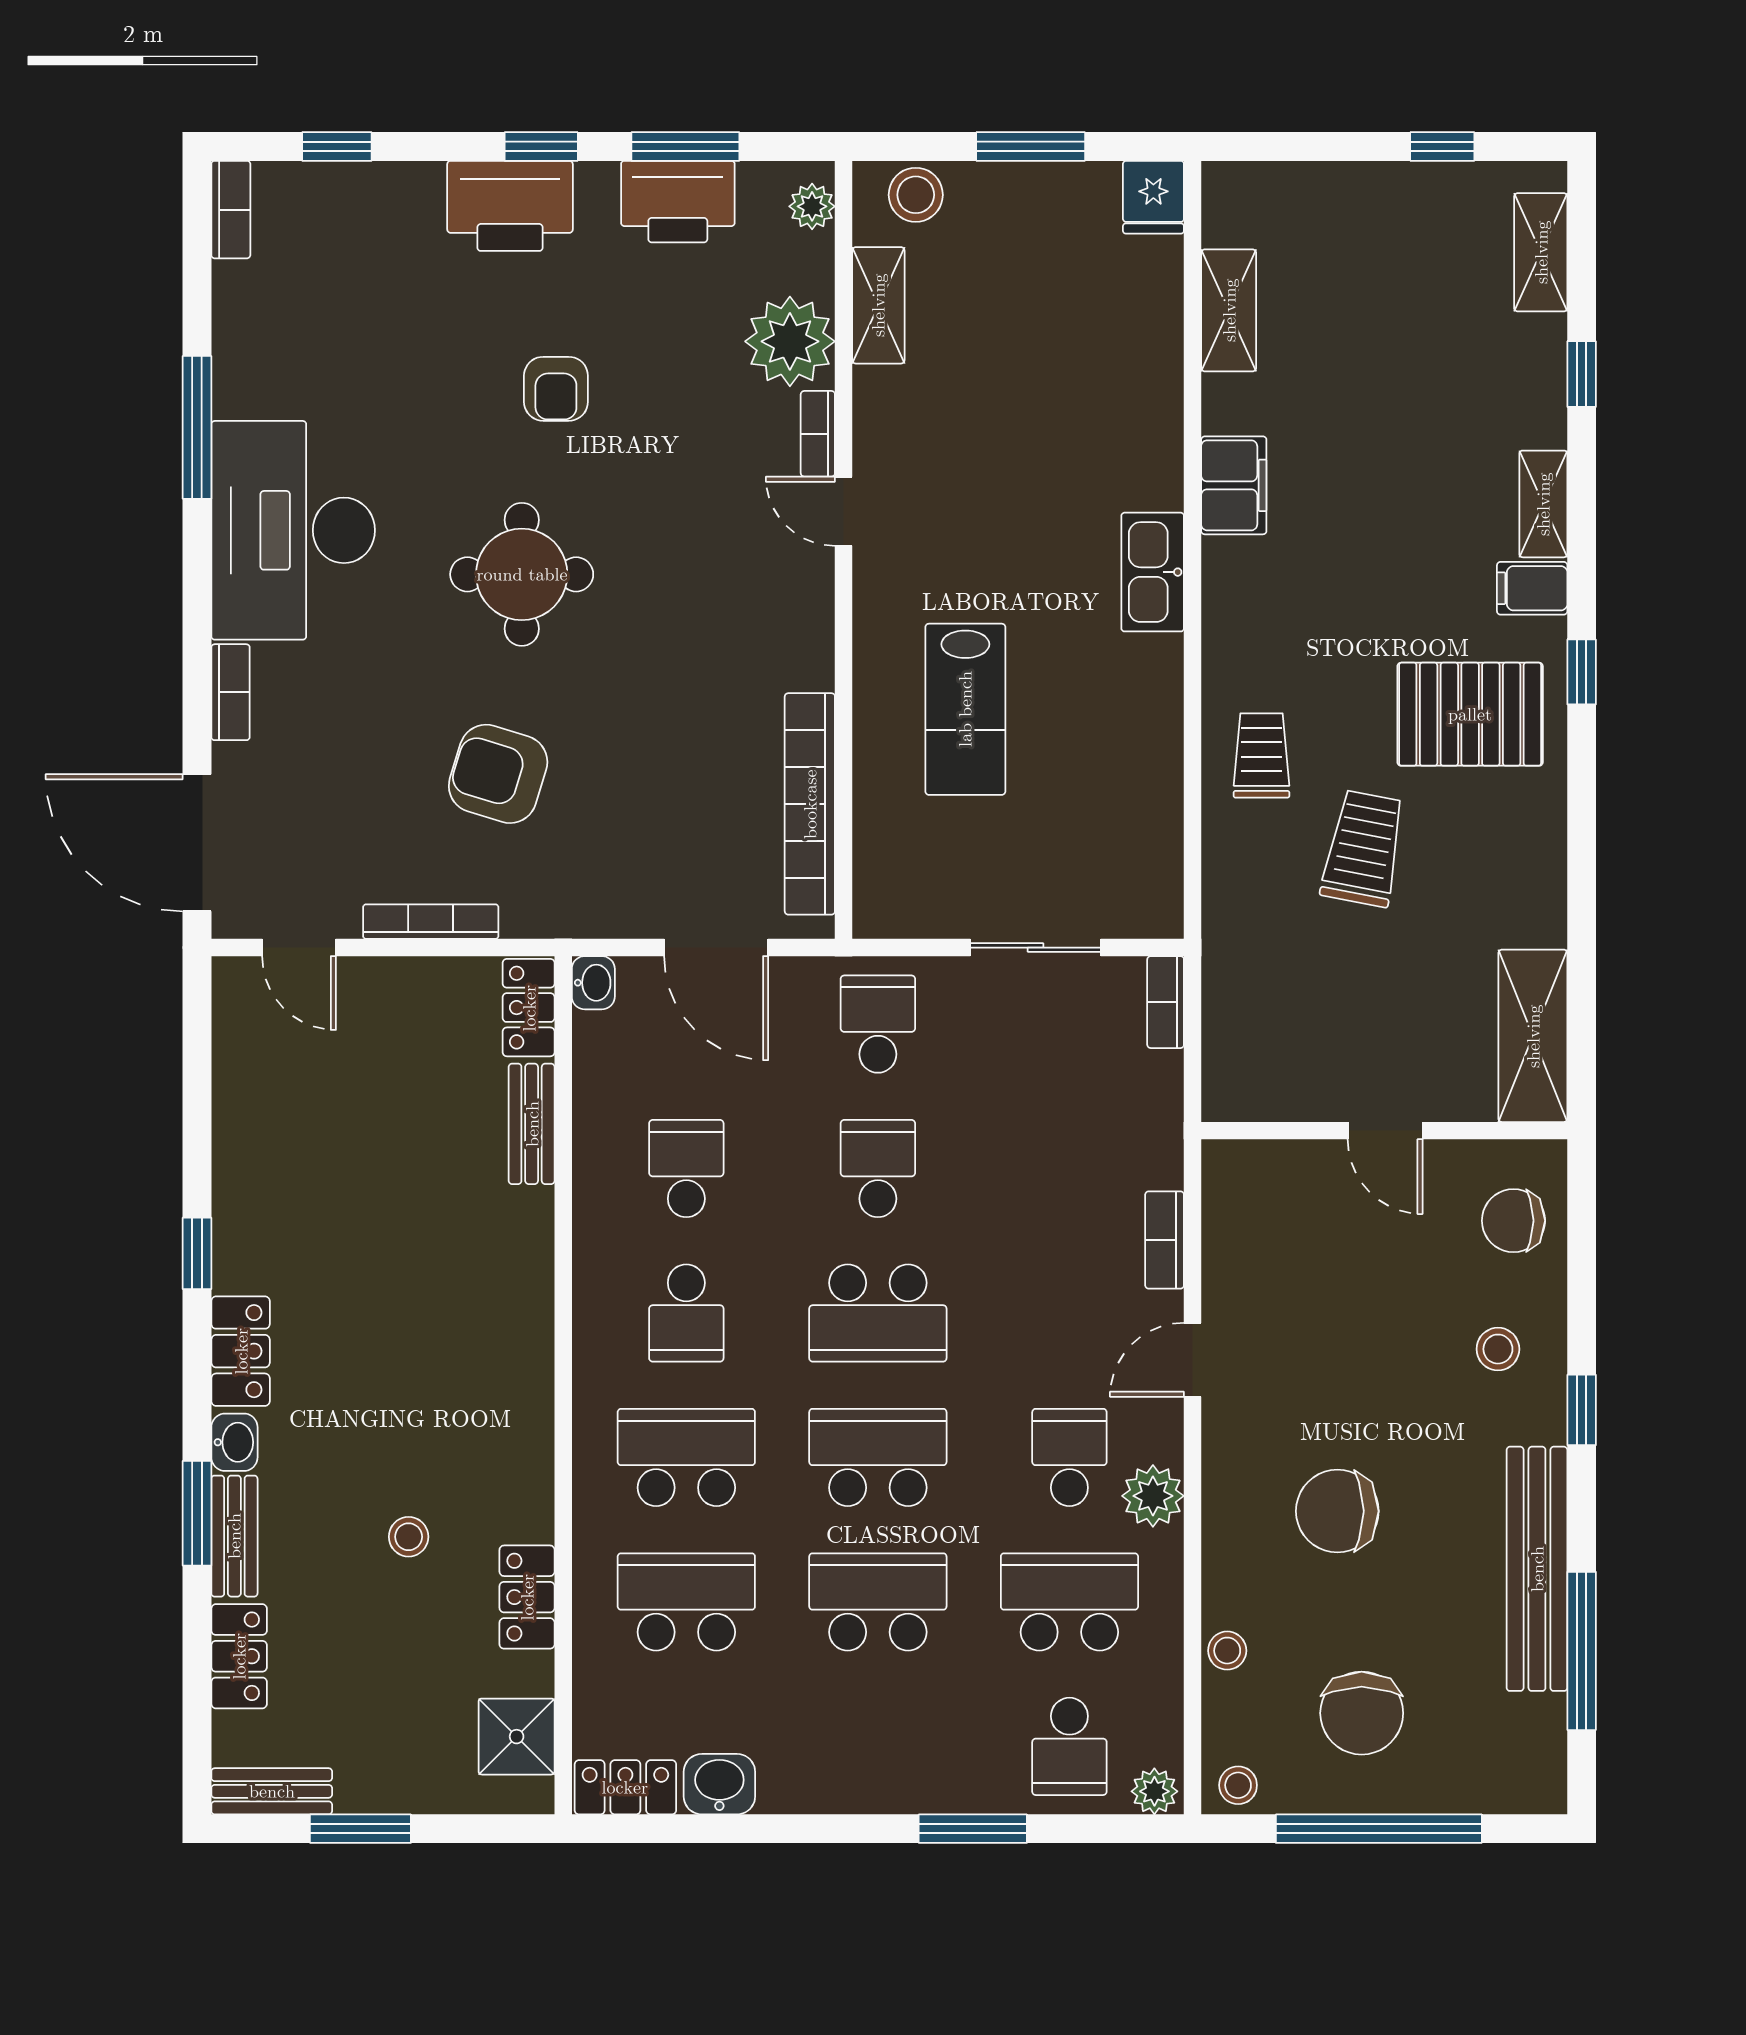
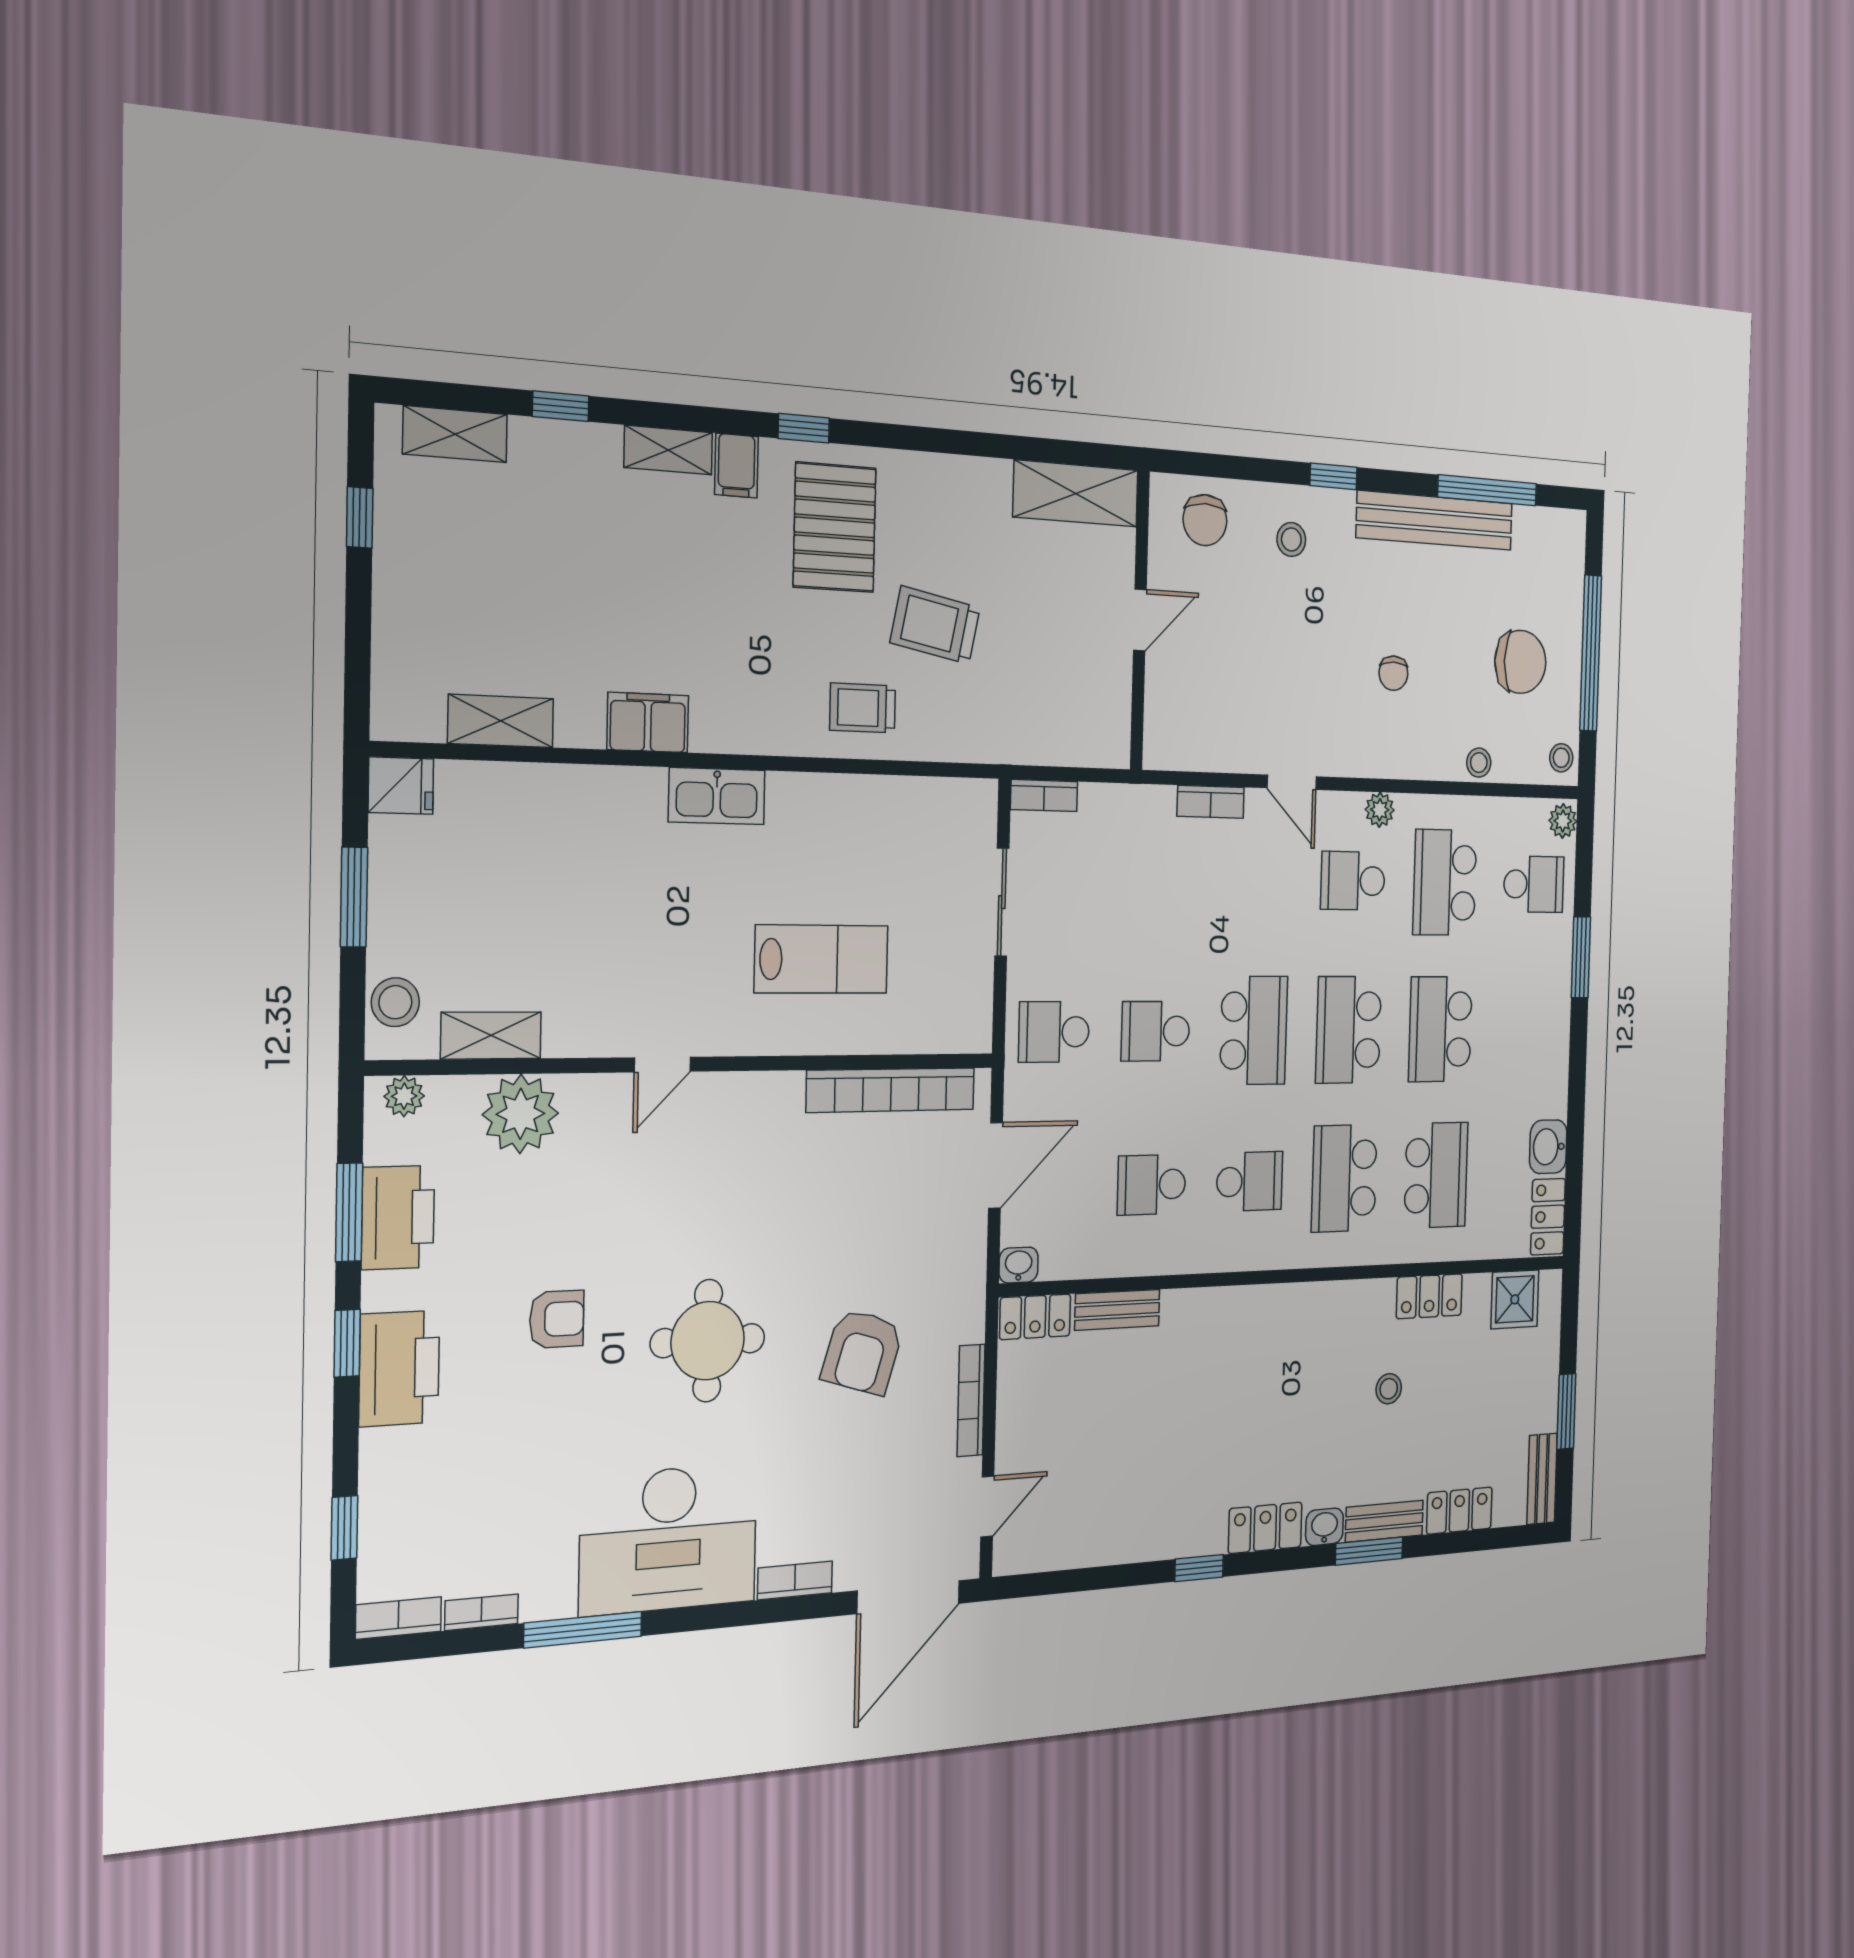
bookcase: (818, 434) -> (482, 1612), moved, turned 180
plant: (1153, 1496) -> (1380, 810), width x0.73, depth x0.73
chair: (1337, 1511) -> (1393, 673), width x0.54, depth x0.54
school desk: (686, 1602) -> (1436, 1175), turned 180

